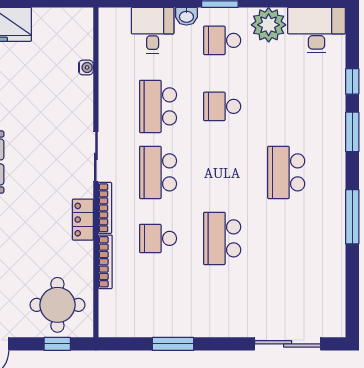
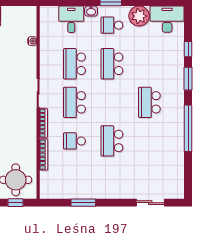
school desk: (222, 106) -> (112, 64), width x1.85
window: (352, 217) -> (188, 128), width x1.46
locker: (83, 220) -> (31, 130), removed
sliding door: (288, 344) -> (150, 203), width x0.73

